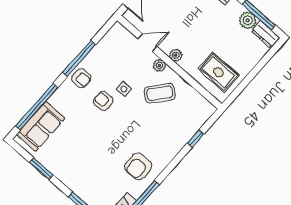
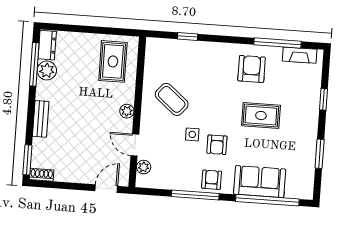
plant: (159, 65) -> (144, 167), moved
sofa: (41, 126) -> (260, 182), moved
rug: (100, 148) -> (261, 116), added
armchair: (138, 166) -> (252, 69), turned -90

